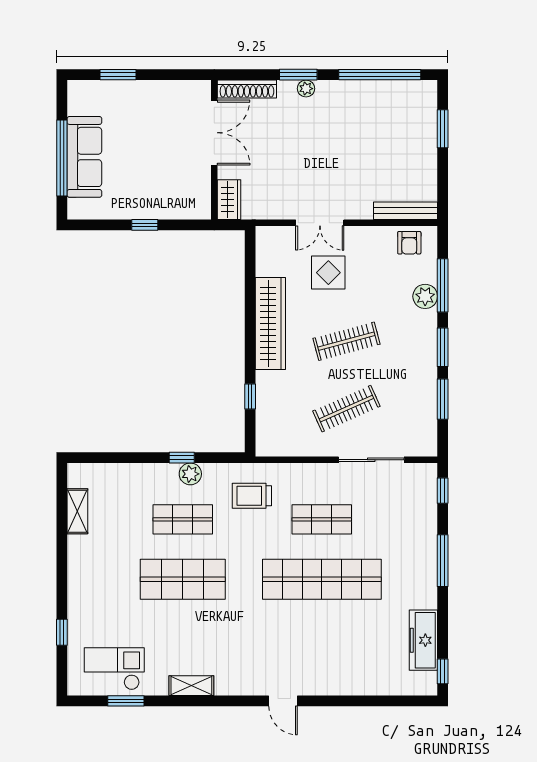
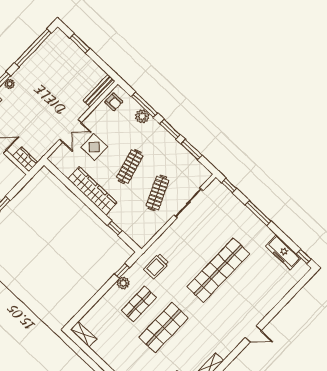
window: (182, 458) -> (122, 271), moved
shelving: (77, 511) -> (84, 334), moved
shop shelf: (322, 519) -> (194, 247), removed

